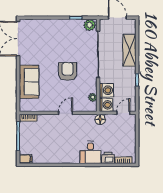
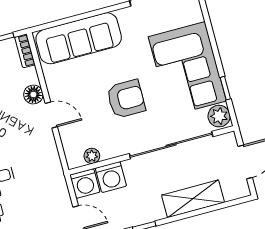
corner sofa: (60, 35) -> (187, 69), added
sofa: (29, 82) -> (79, 38), width x1.36
floor lamp: (100, 119) -> (33, 94), moved

